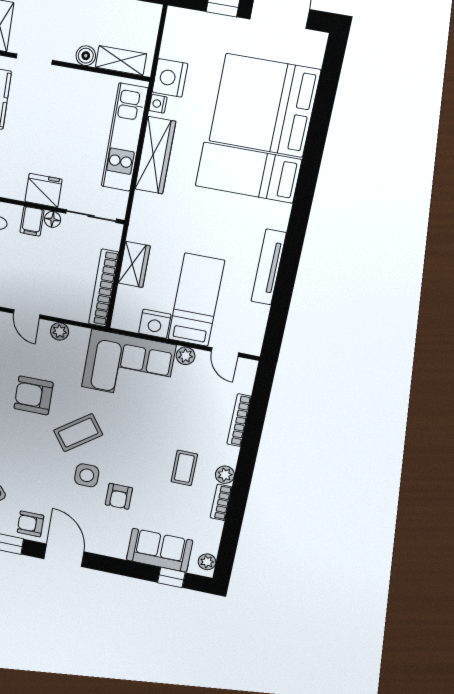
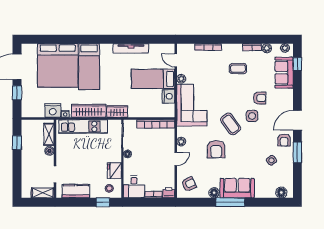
fridge: (43, 190) -> (114, 171), moved
filing cabinet: (32, 221) -> (130, 164), removed
wardrobe: (134, 264) -> (117, 111), moved
door: (225, 352) -> (176, 60), swing flipped
plant: (225, 475) -> (267, 48), moved

